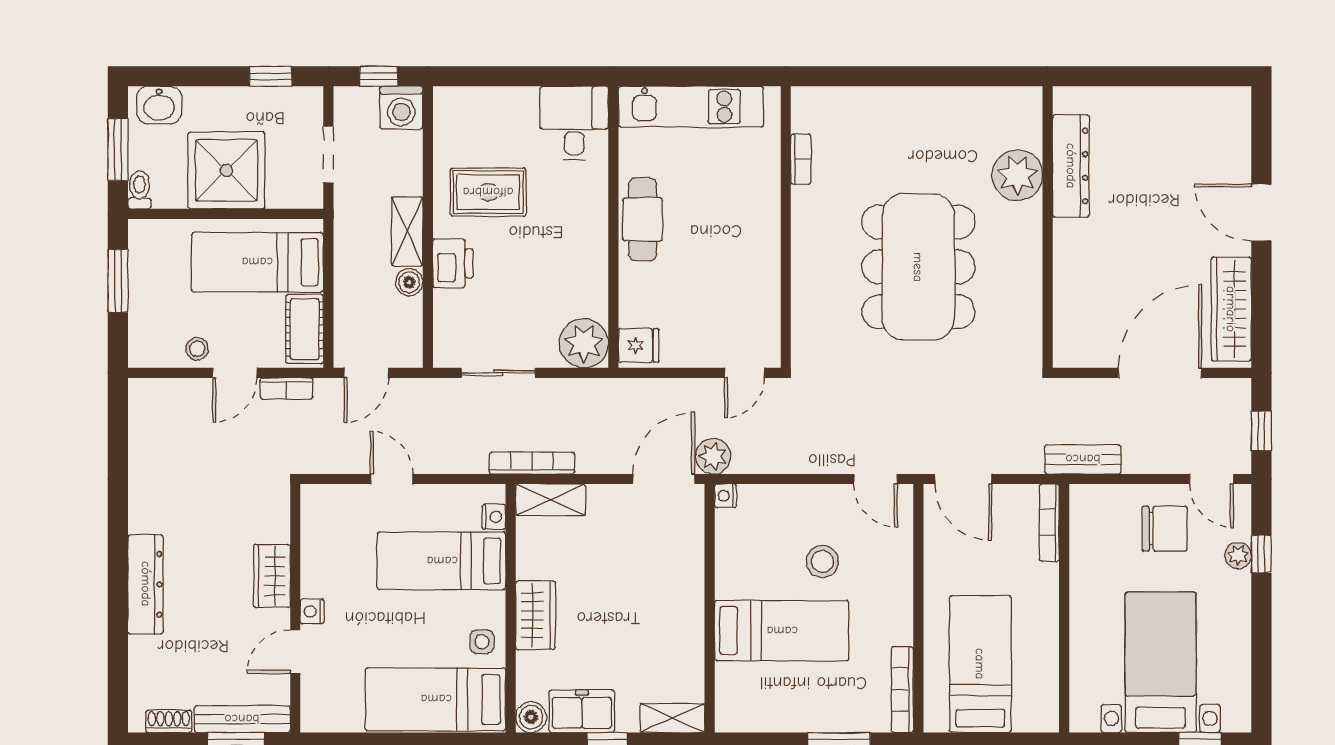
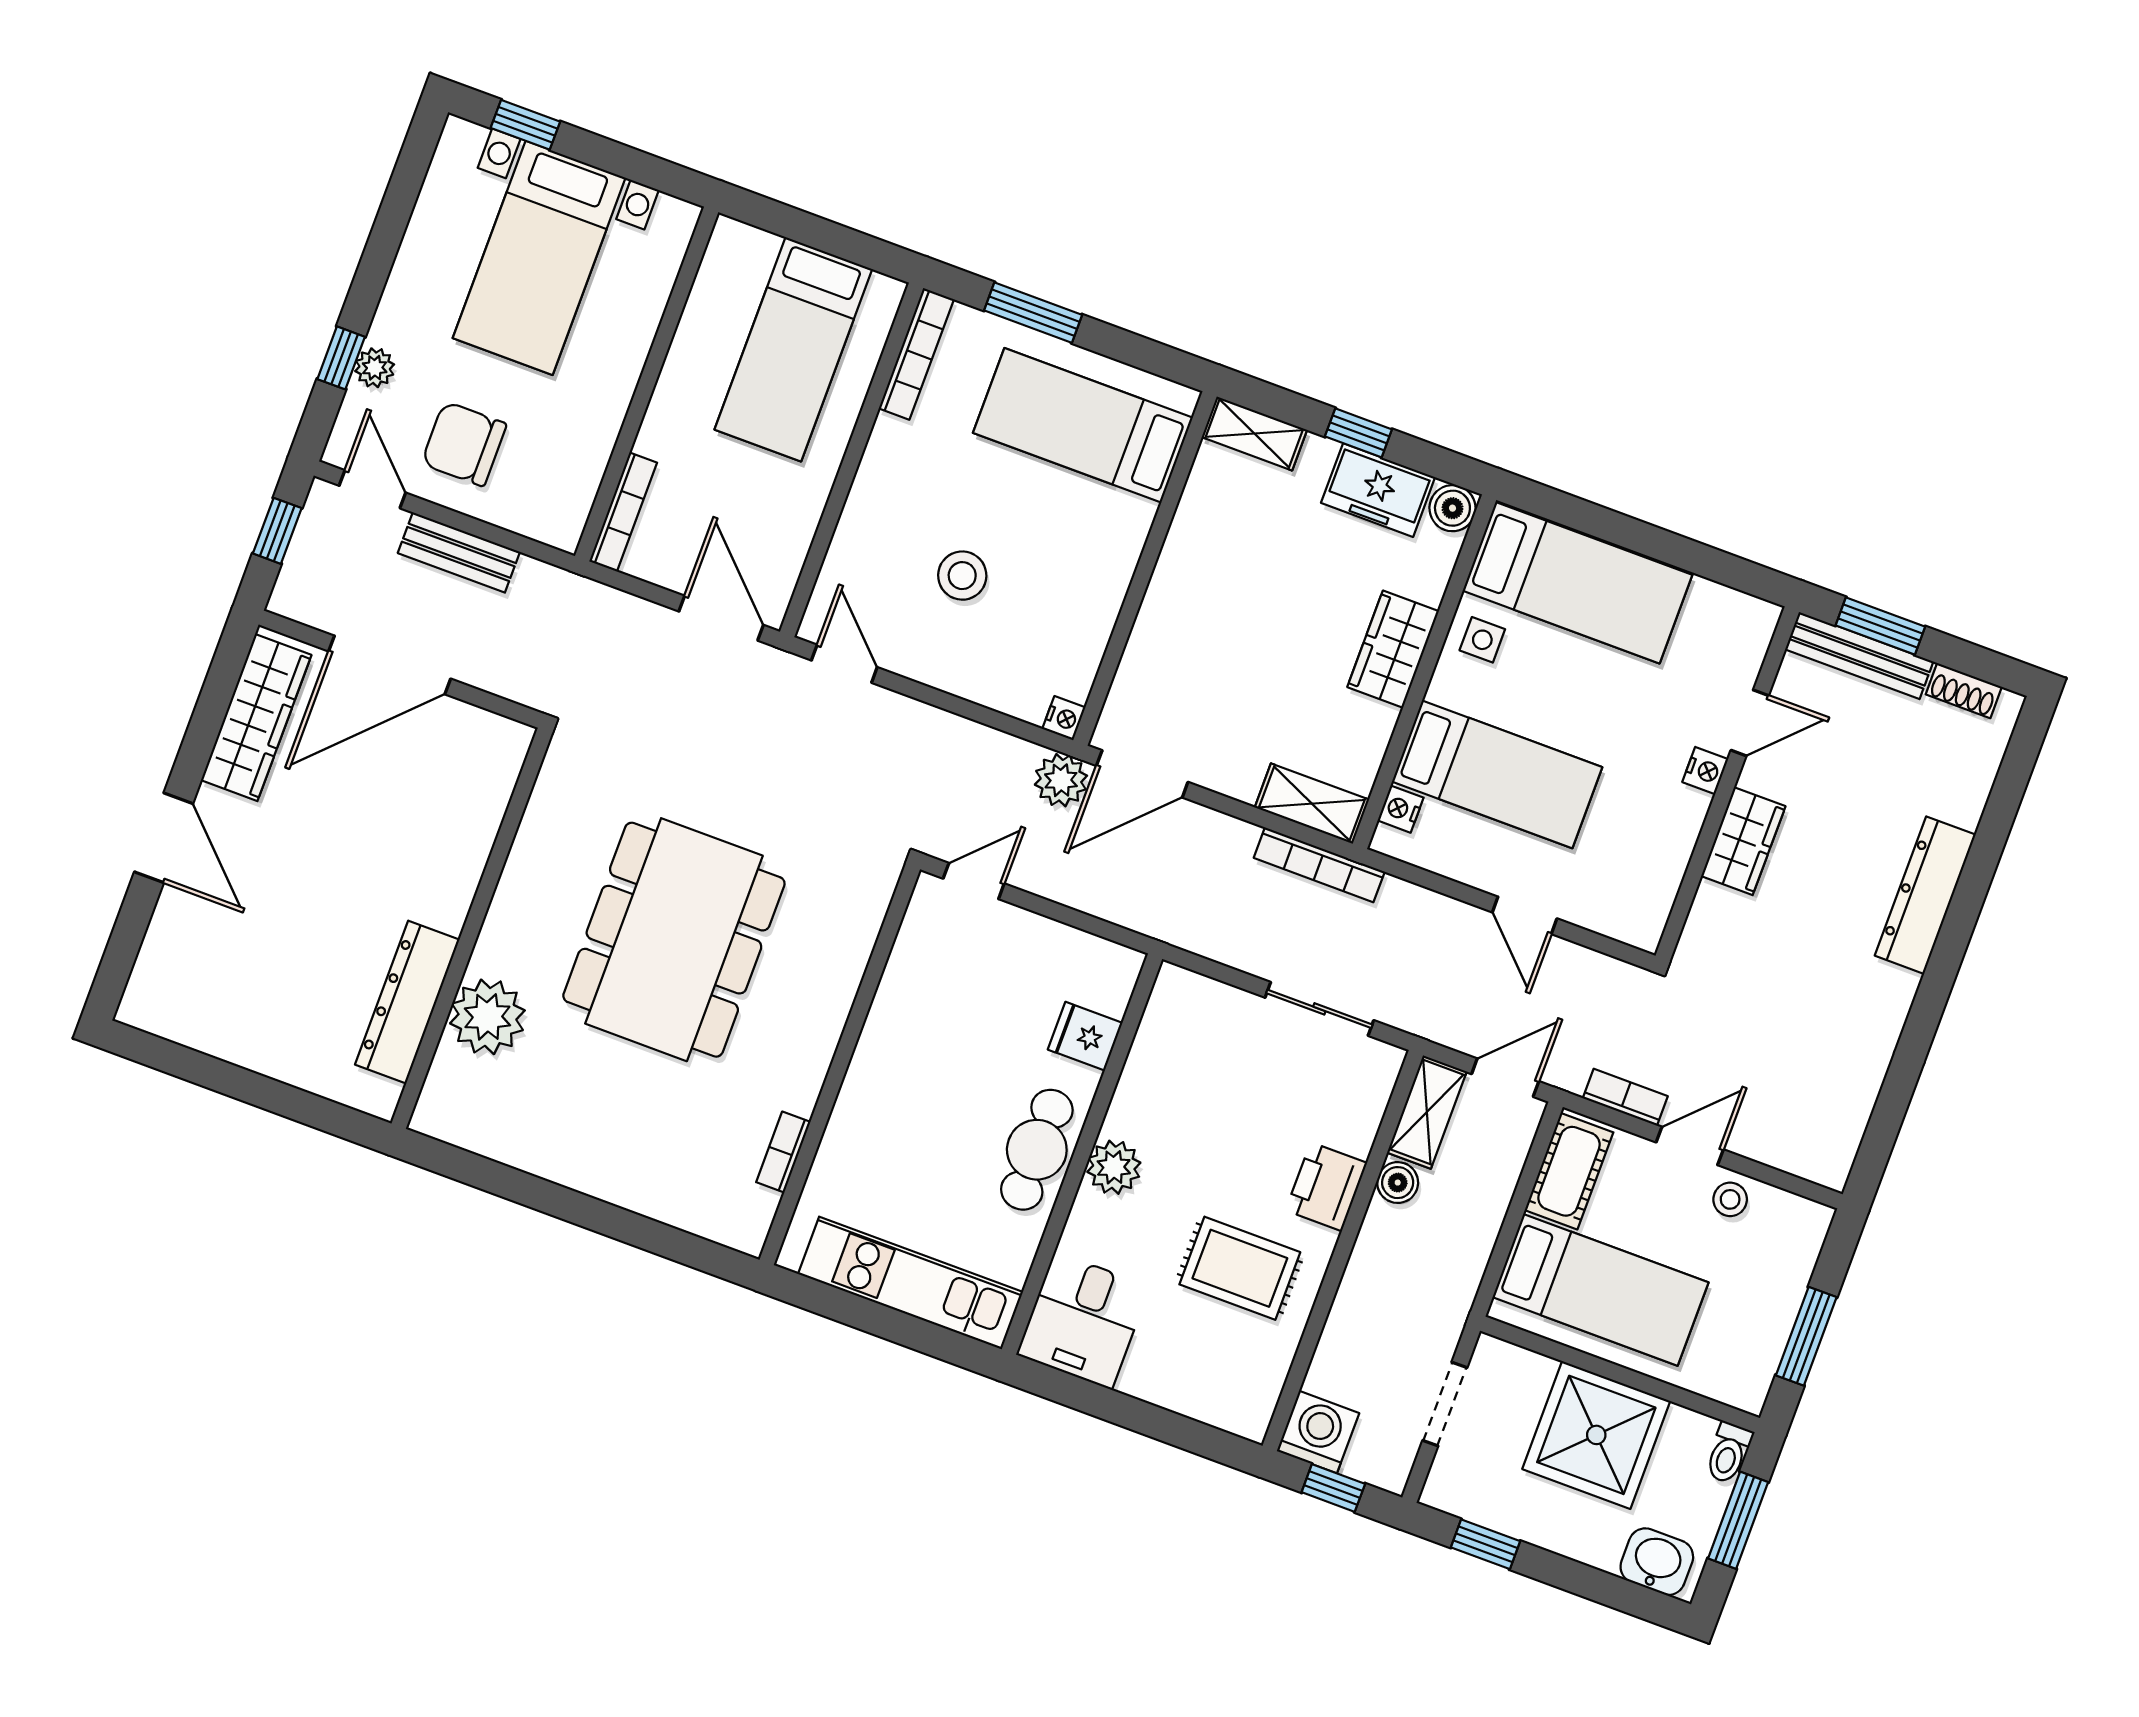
shelving: (407, 231) -> (1427, 1112), moved
plant: (584, 343) -> (1114, 1167), moved, width x0.73, depth x0.73
fridge: (639, 345) -> (1085, 1036), moved
bench: (1083, 459) -> (459, 552), moved
bed: (782, 631) -> (1083, 425), moved

